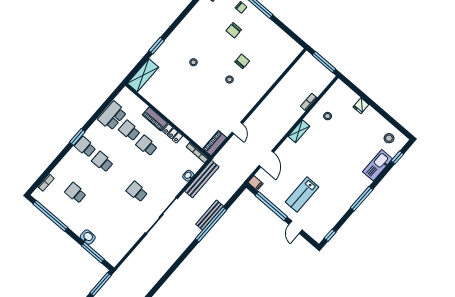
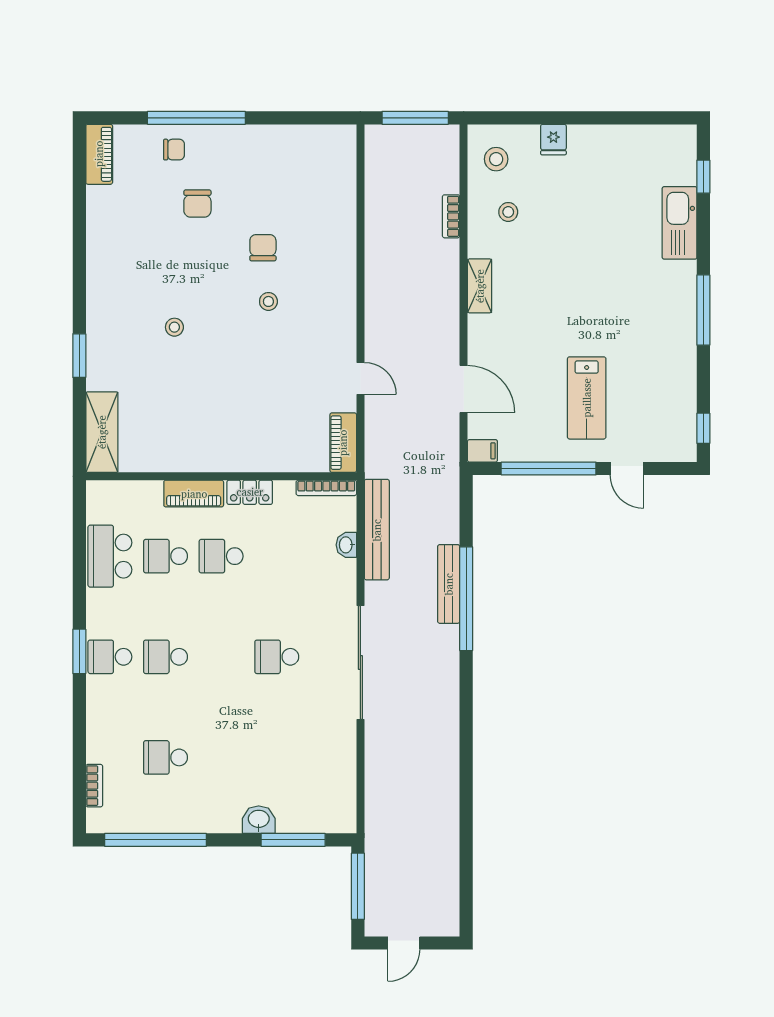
stool: (389, 138) -> (496, 159), moved

